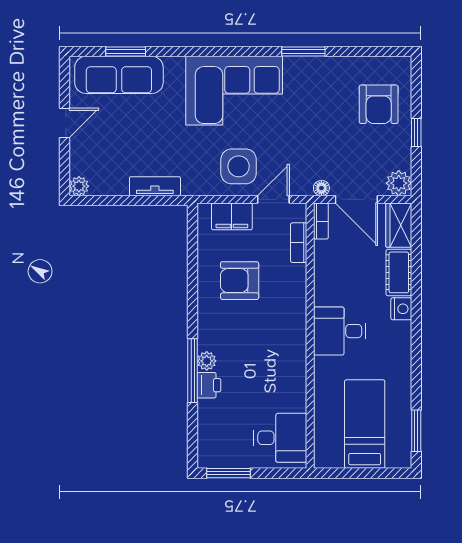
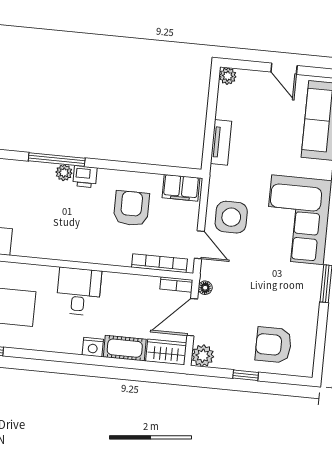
filing cabinet: (232, 216) -> (181, 188), moved, turned -90
bookcase: (299, 243) -> (159, 263), width x1.56
printer: (209, 385) -> (85, 177), moved

